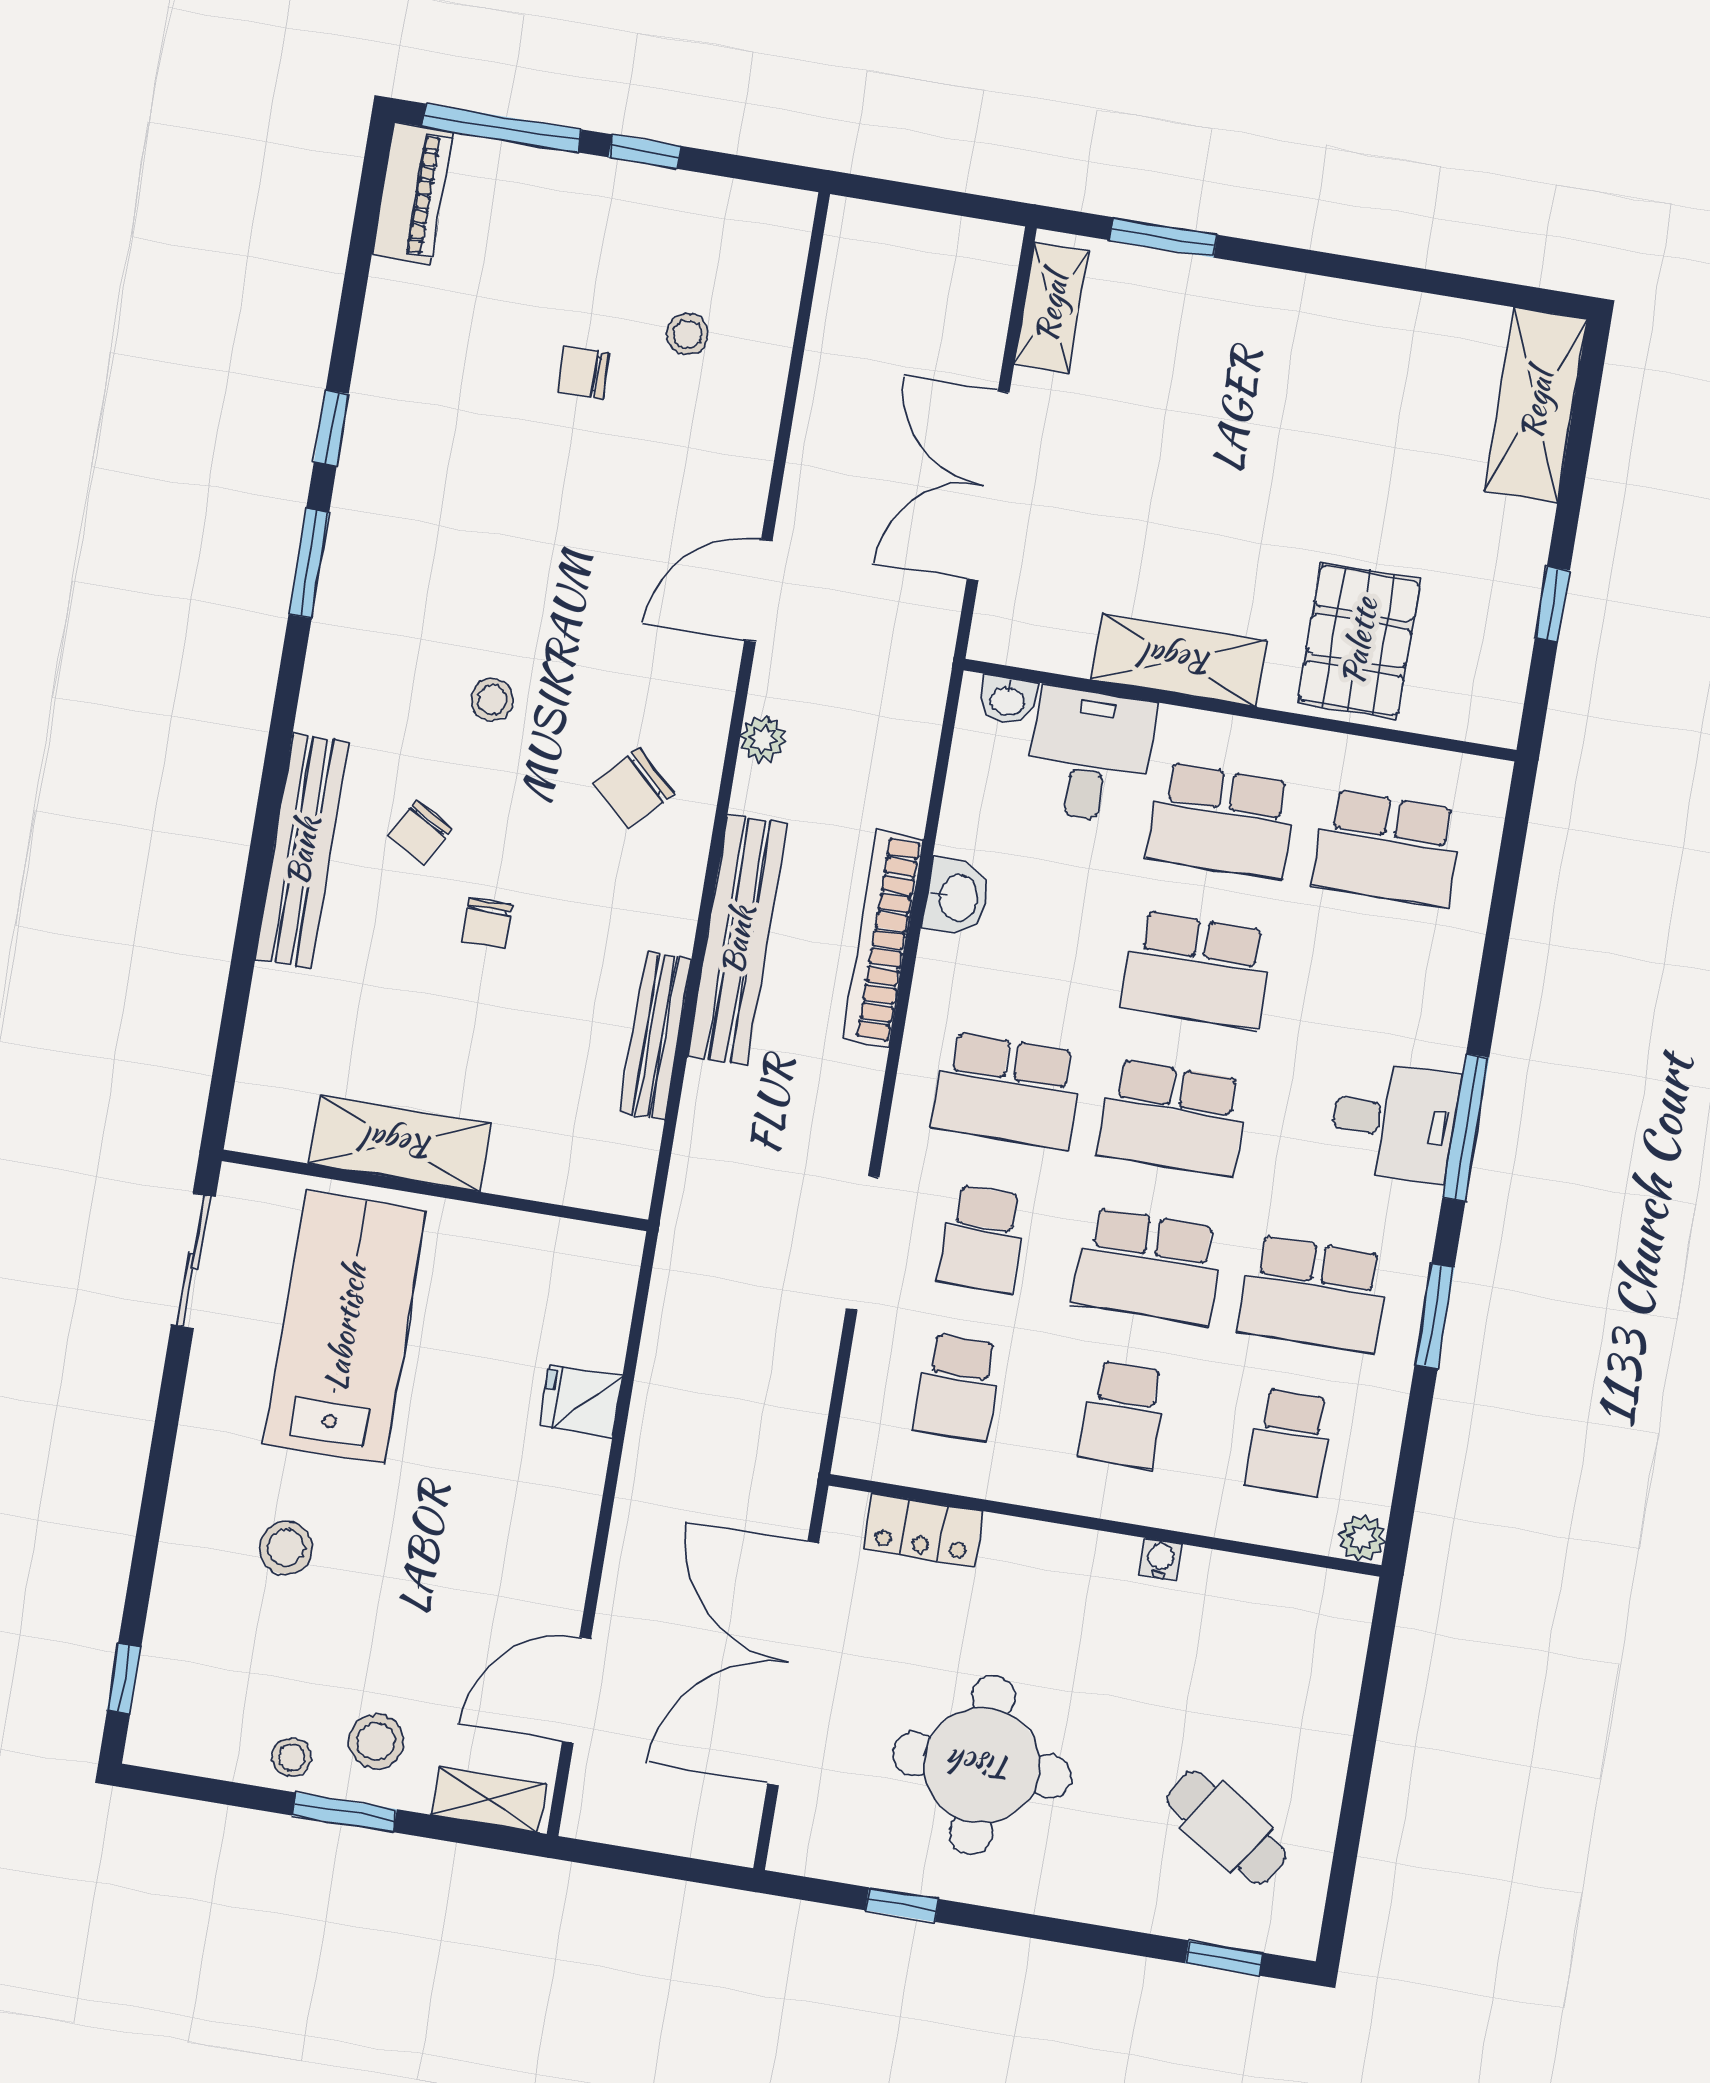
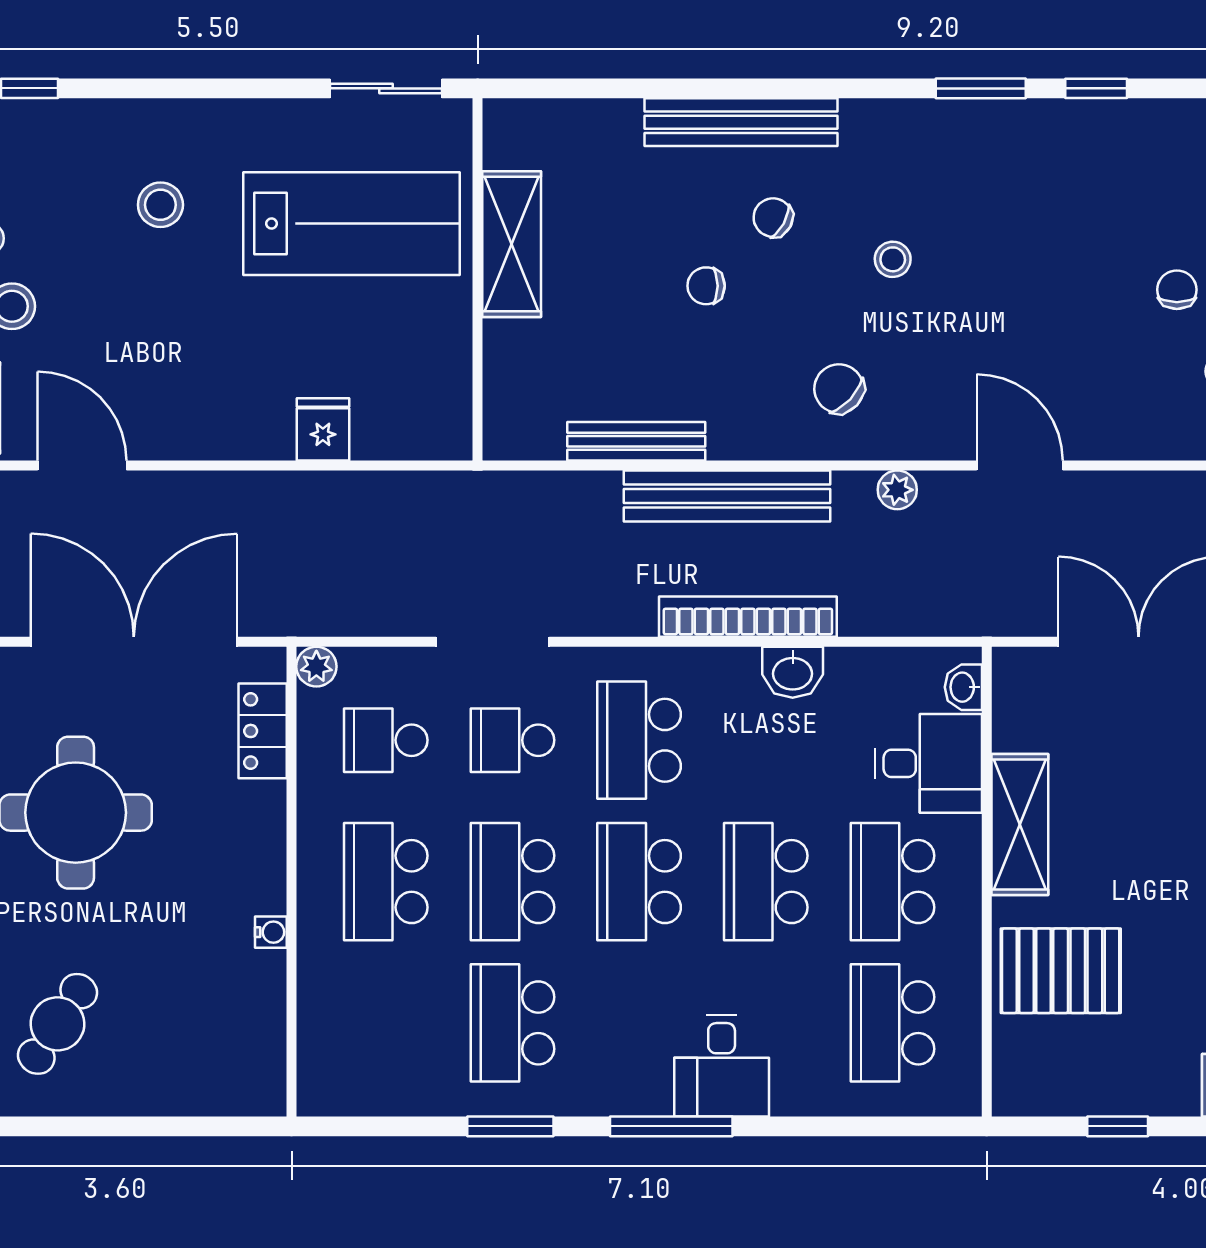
desk: (1394, 1121) -> (722, 1066), moved
school desk: (1123, 1415) -> (386, 882), width x1.85
school desk: (1289, 1442) -> (386, 1023), removed
plant: (1362, 1538) -> (316, 667), moved

